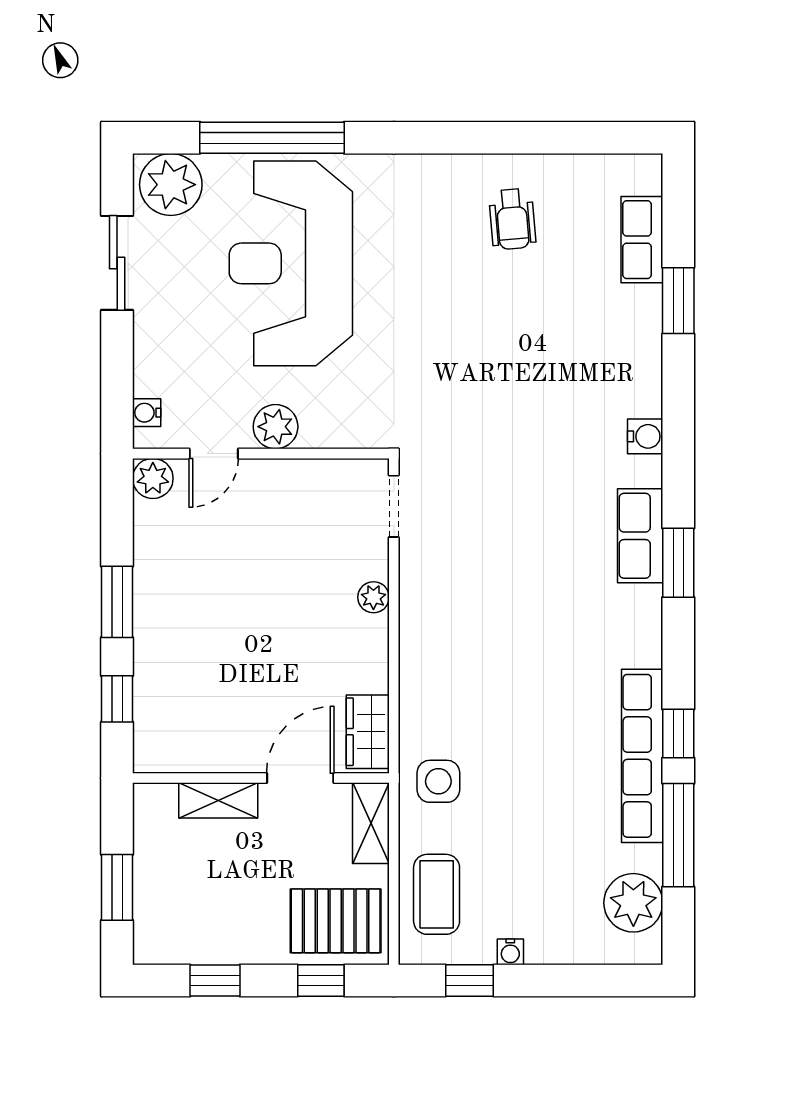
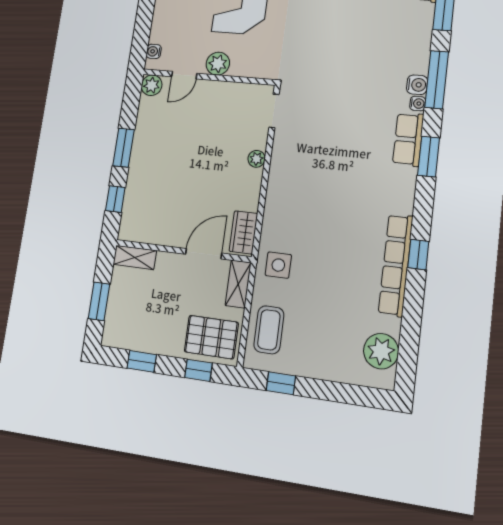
shelving: (218, 800) -> (135, 257), moved
window: (678, 835) -> (437, 80), moved
water cooler: (510, 952) -> (418, 103), moved, turned -90

